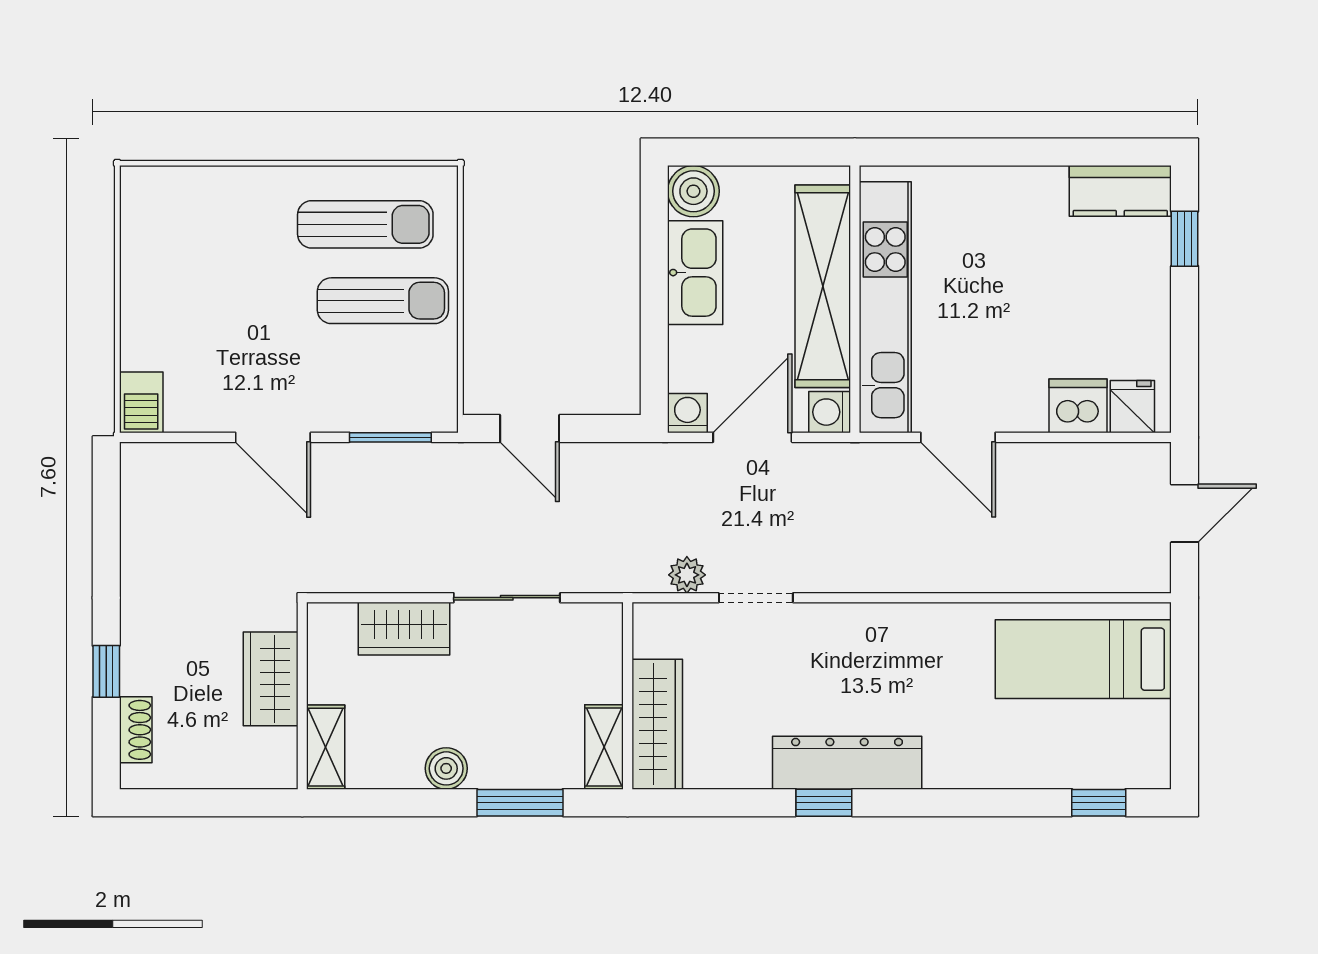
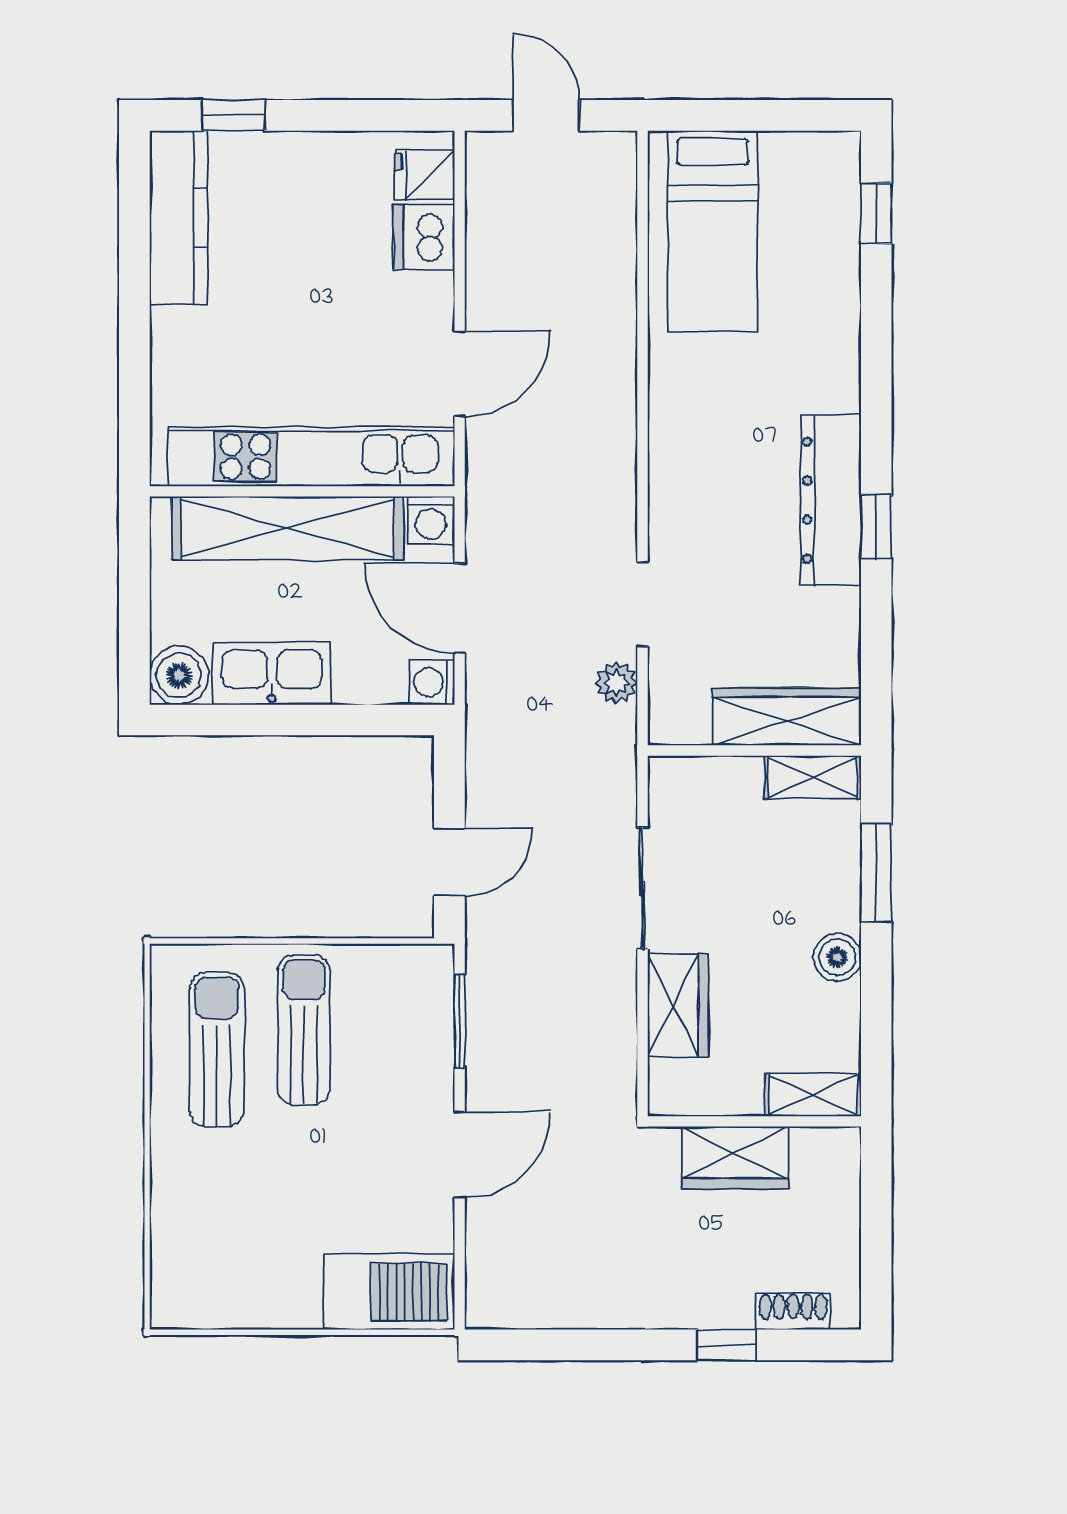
kitchen counter: (1120, 191) -> (179, 218), width x1.50
barbecue: (141, 402) -> (389, 1292), width x1.88, depth x1.53

